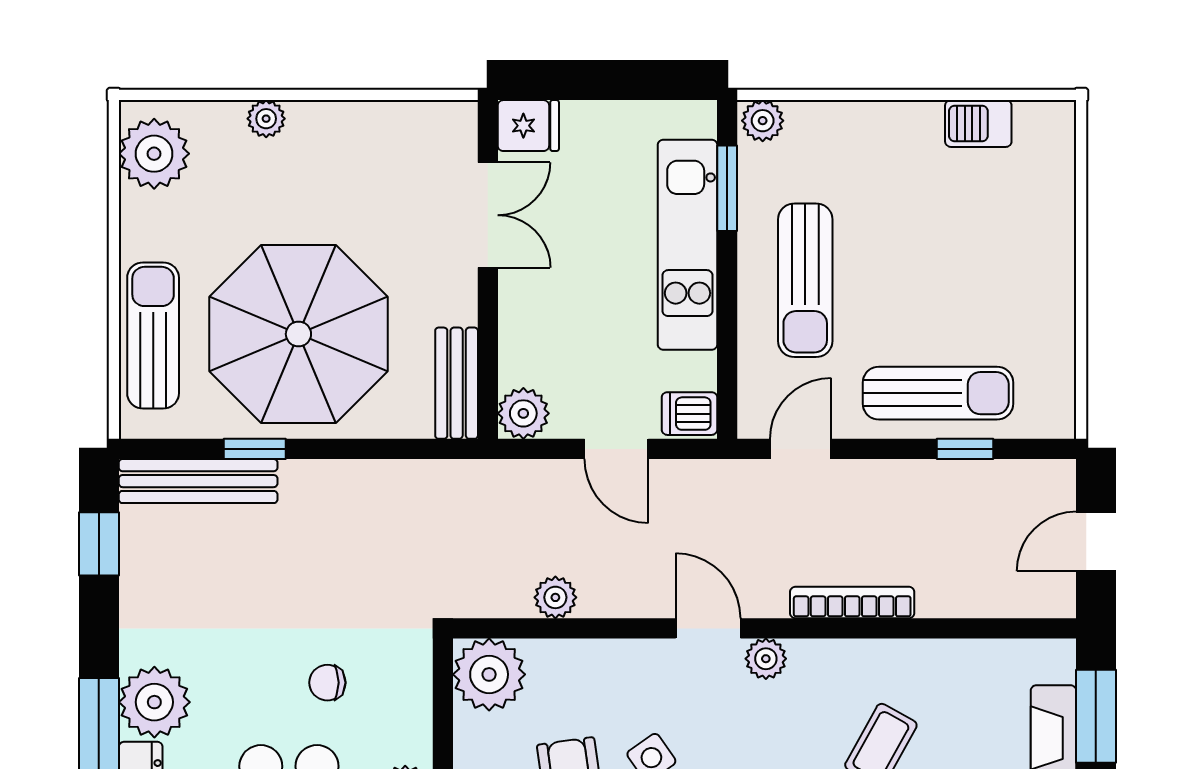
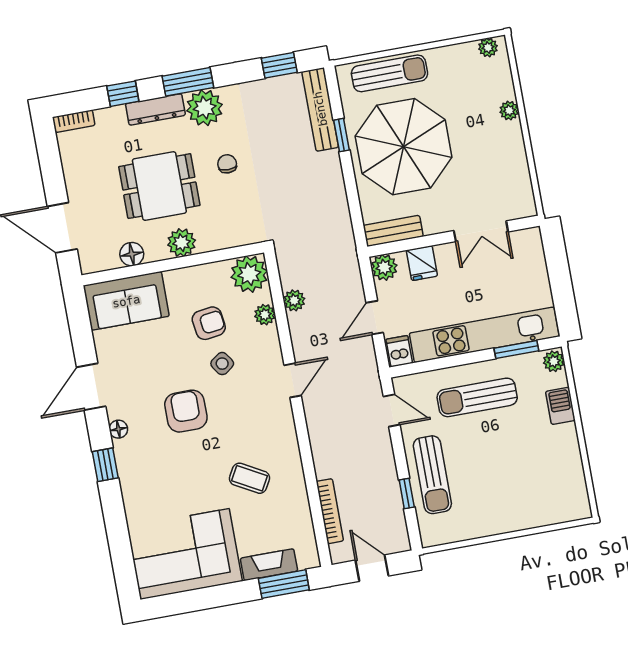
barbecue: (978, 123) -> (560, 406), moved
fridge: (528, 126) -> (422, 263), moved
plant: (154, 154) -> (488, 47), width x0.53, depth x0.53
kitchen unit: (687, 245) -> (484, 335), width x1.36
bookcase: (852, 603) -> (330, 511), moved
plant: (766, 659) -> (265, 315), moved
chair: (327, 683) -> (227, 164), moved

